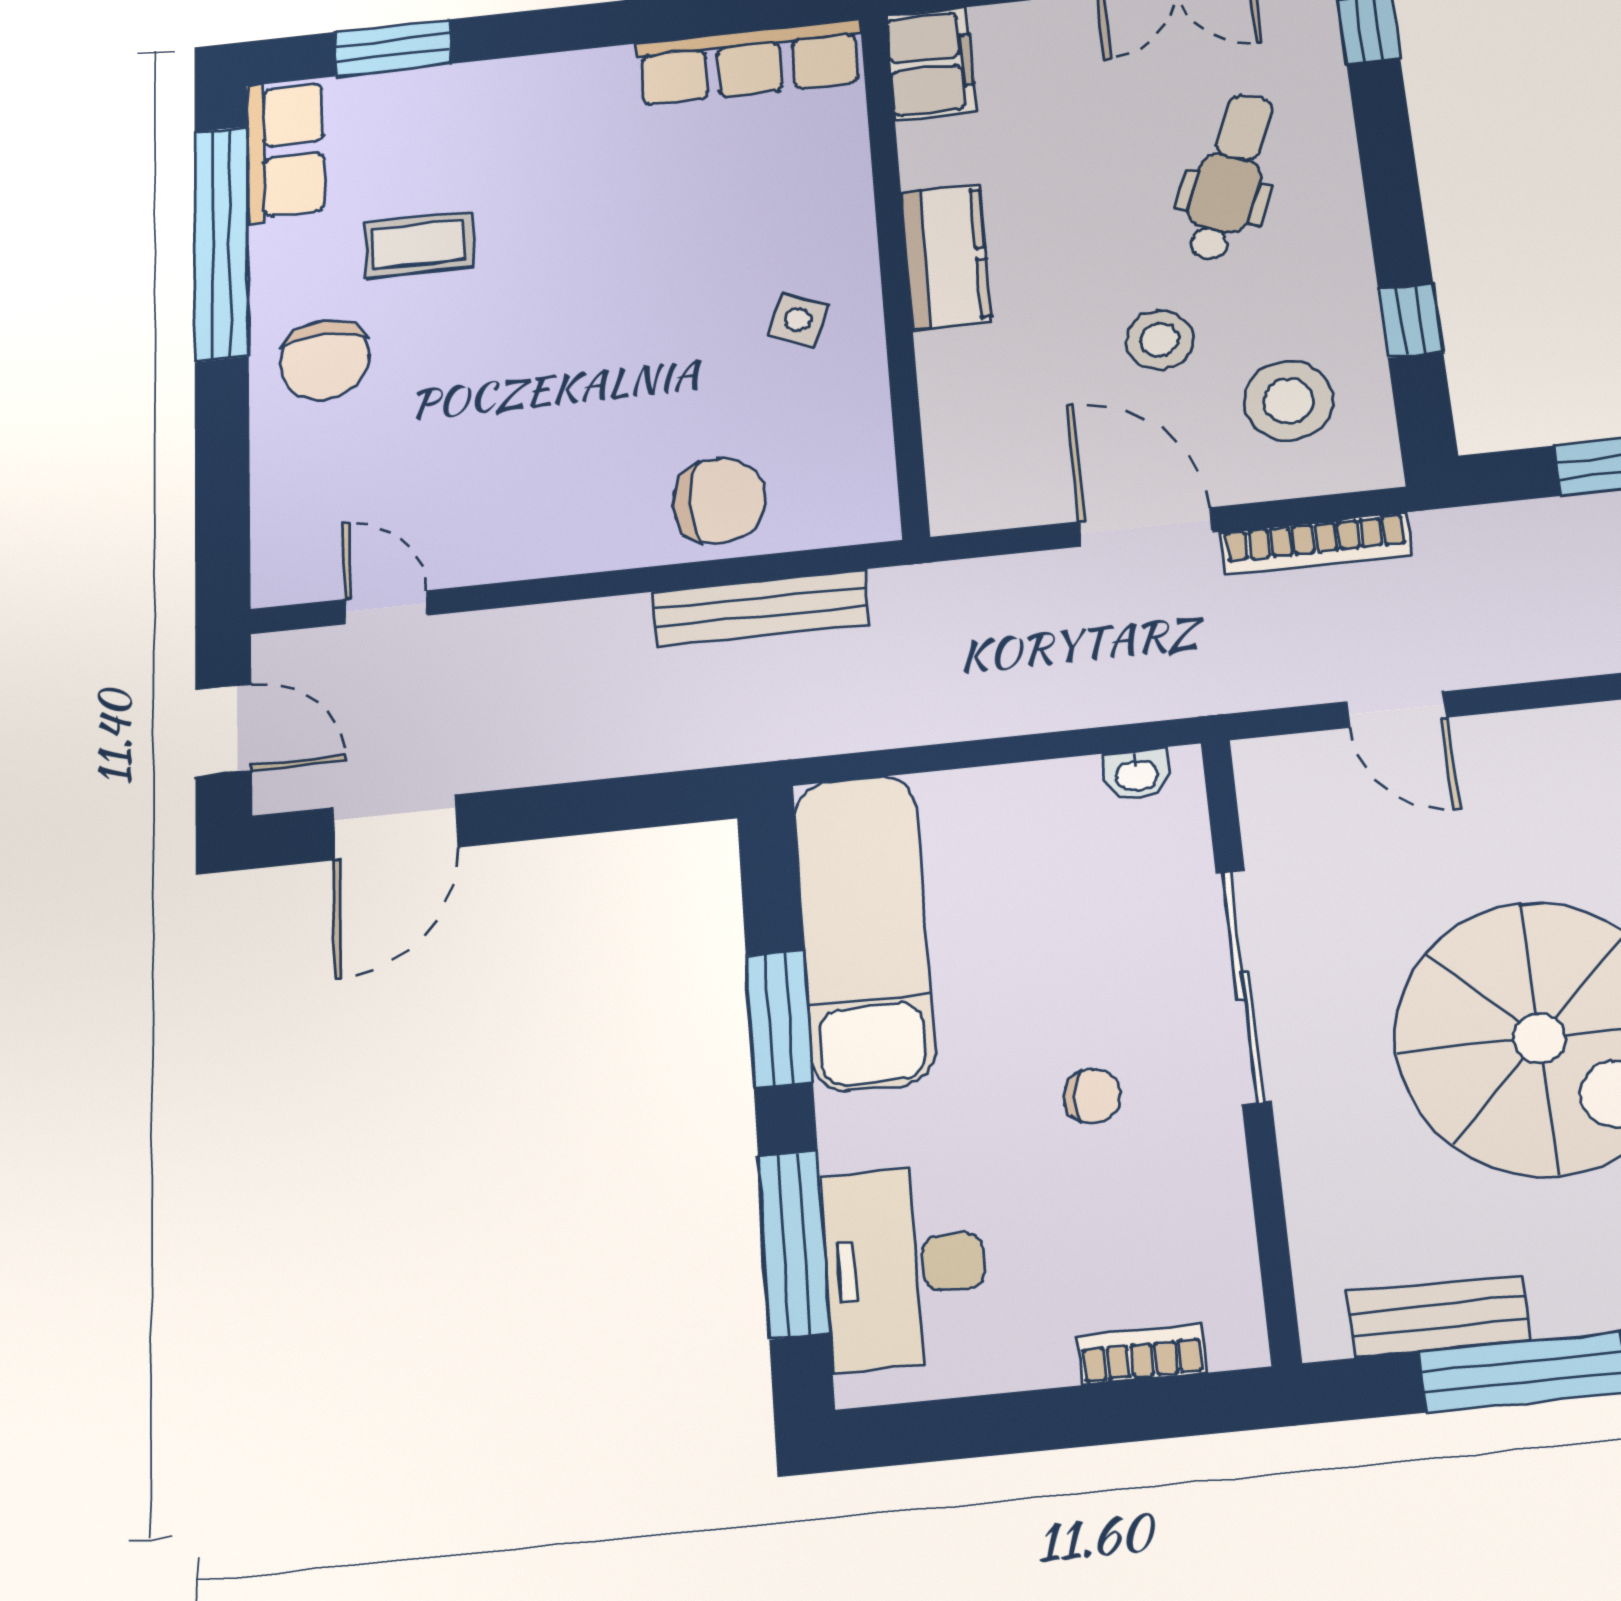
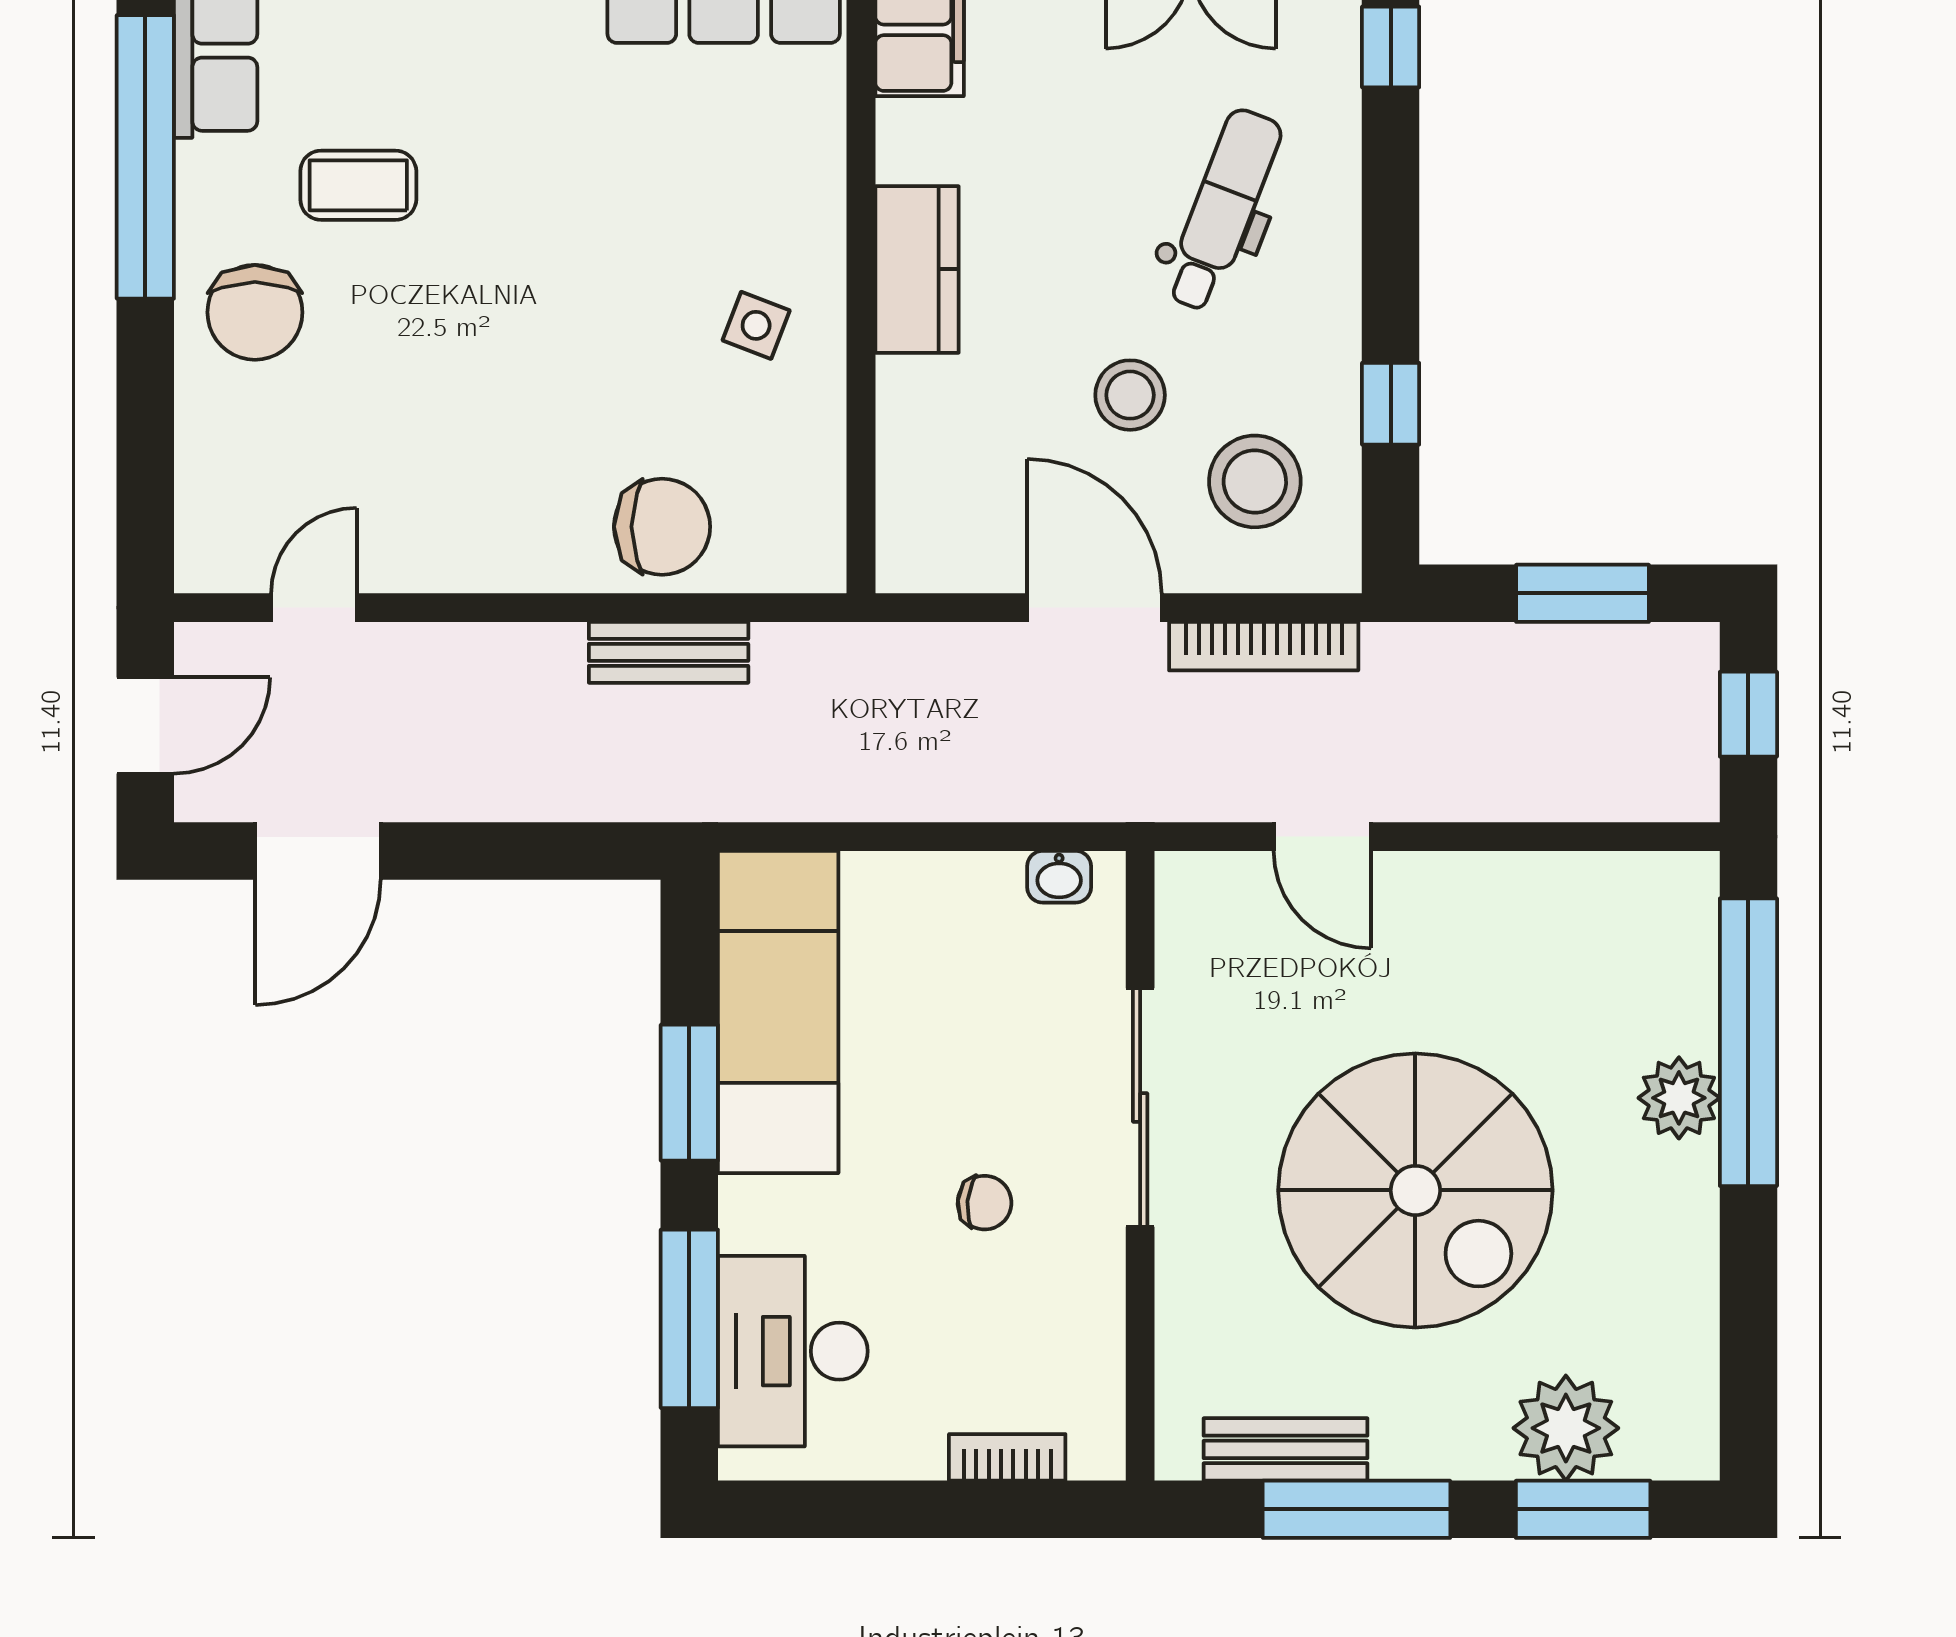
door: (386, 607) -> (314, 608), hinge flipped
bench: (761, 608) -> (669, 652), width x0.73
door: (224, 730) -> (145, 726), hinge flipped

